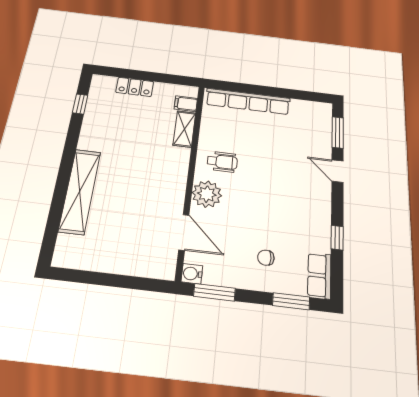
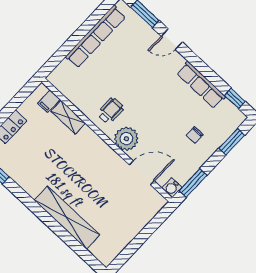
row of seats: (248, 101) -> (96, 37), moved
window: (337, 238) -> (235, 98), moved
row of seats: (319, 275) -> (201, 85), moved, width x1.48

